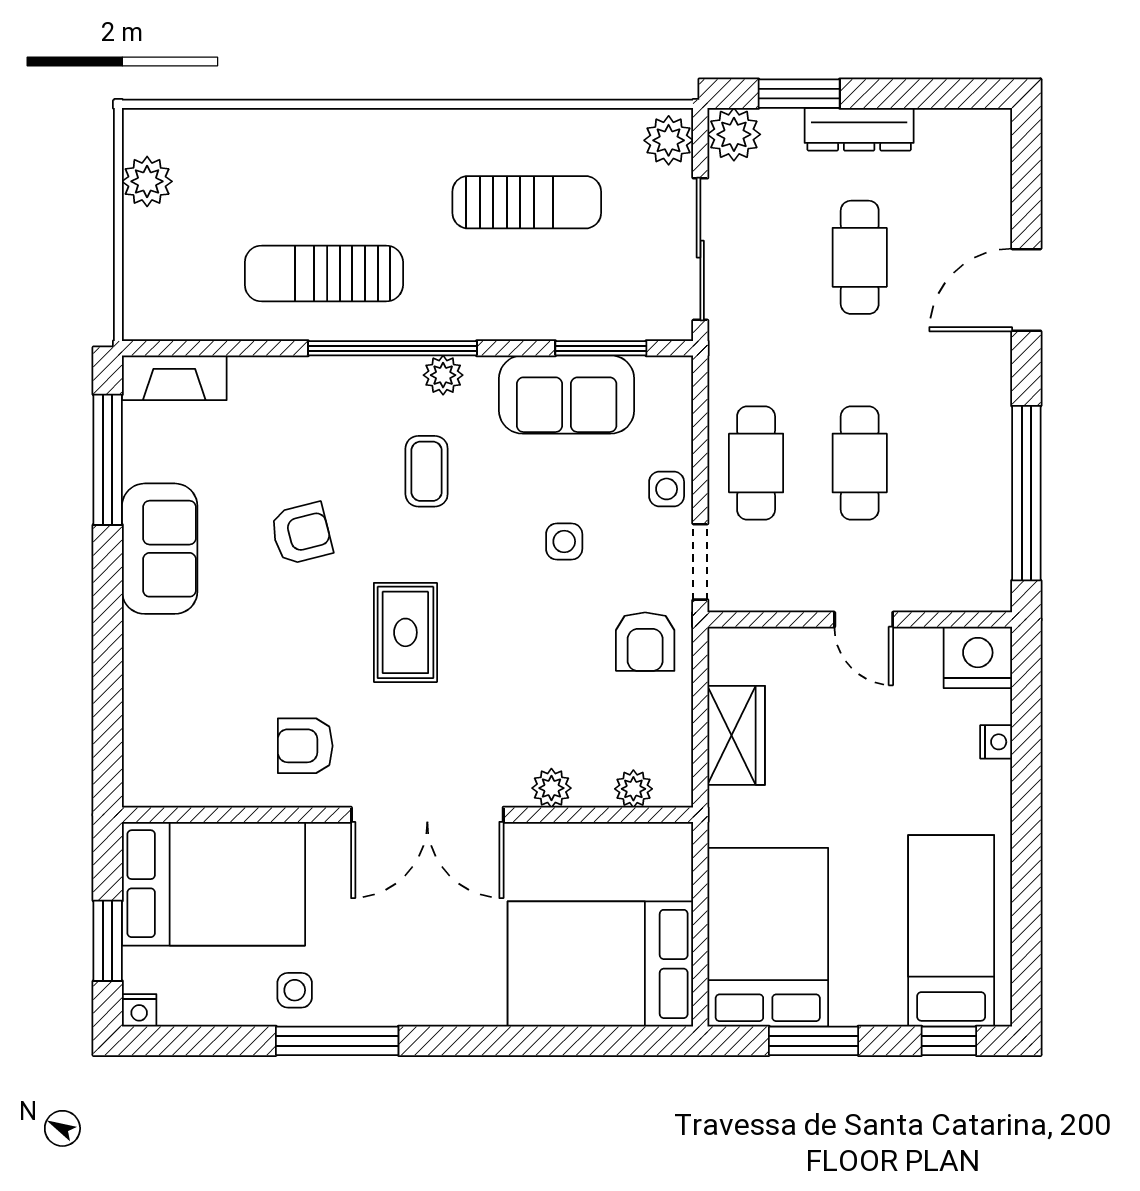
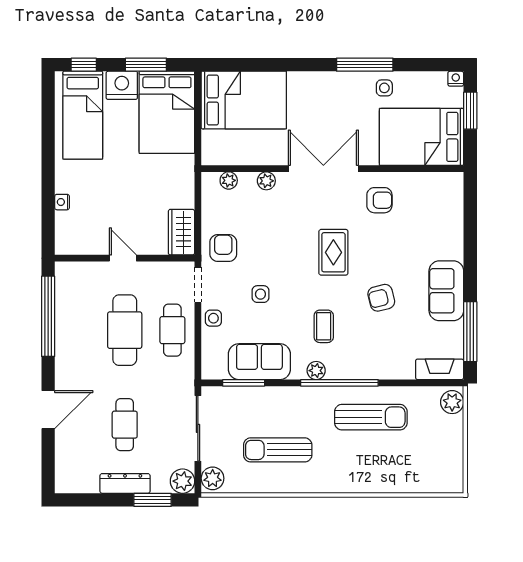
plant: (147, 181) -> (452, 402), moved
cafe table: (860, 463) -> (125, 330), width x1.37, depth x1.35
nightstand: (978, 657) -> (122, 85), moved, turned 180
wardrobe: (736, 735) -> (181, 232), moved

